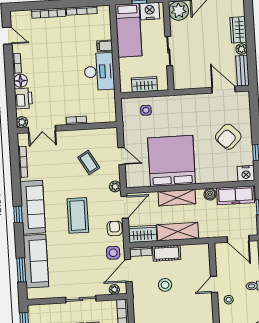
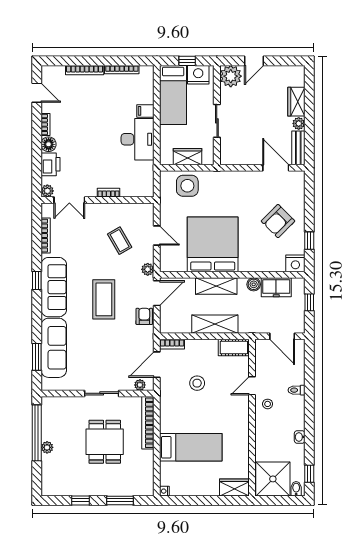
side table: (146, 110) -> (187, 186), width x1.87, depth x1.87
freezer: (235, 195) -> (276, 287), width x0.71
window: (18, 214) -> (37, 281), moved
wardrobe: (143, 234) -> (175, 324), removed
side table: (113, 253) -> (141, 344), removed
cot: (167, 253) -> (234, 348), moved

